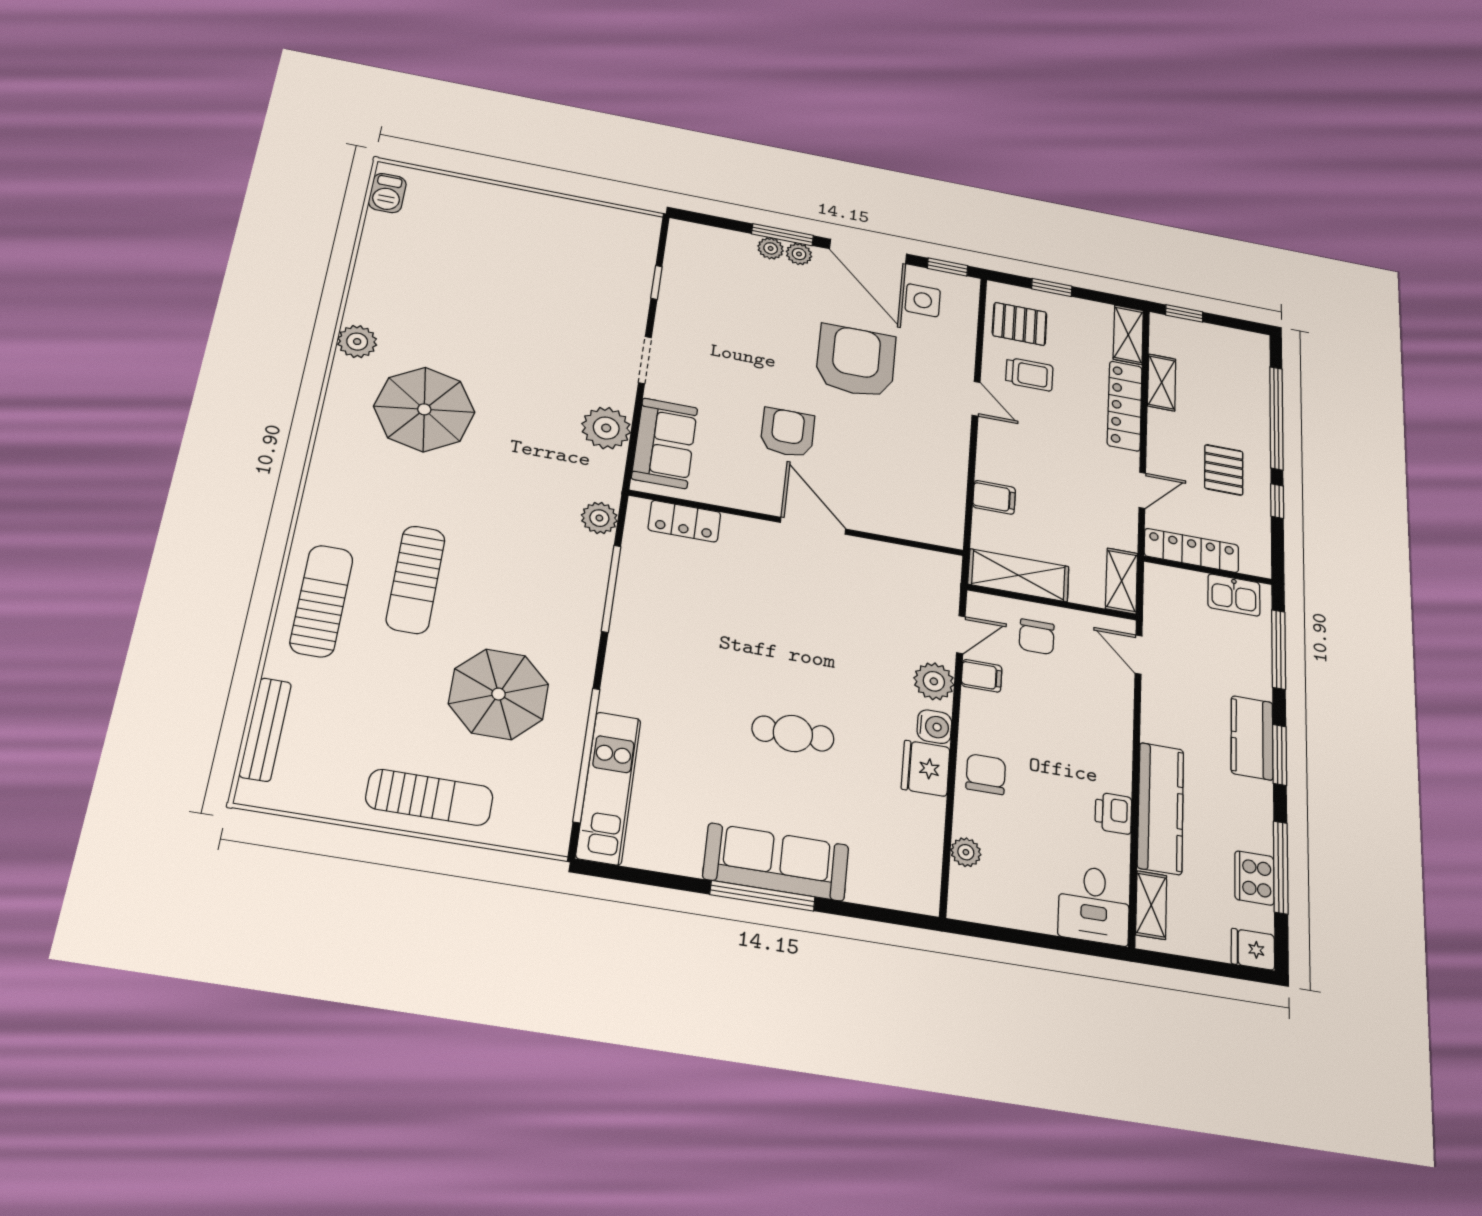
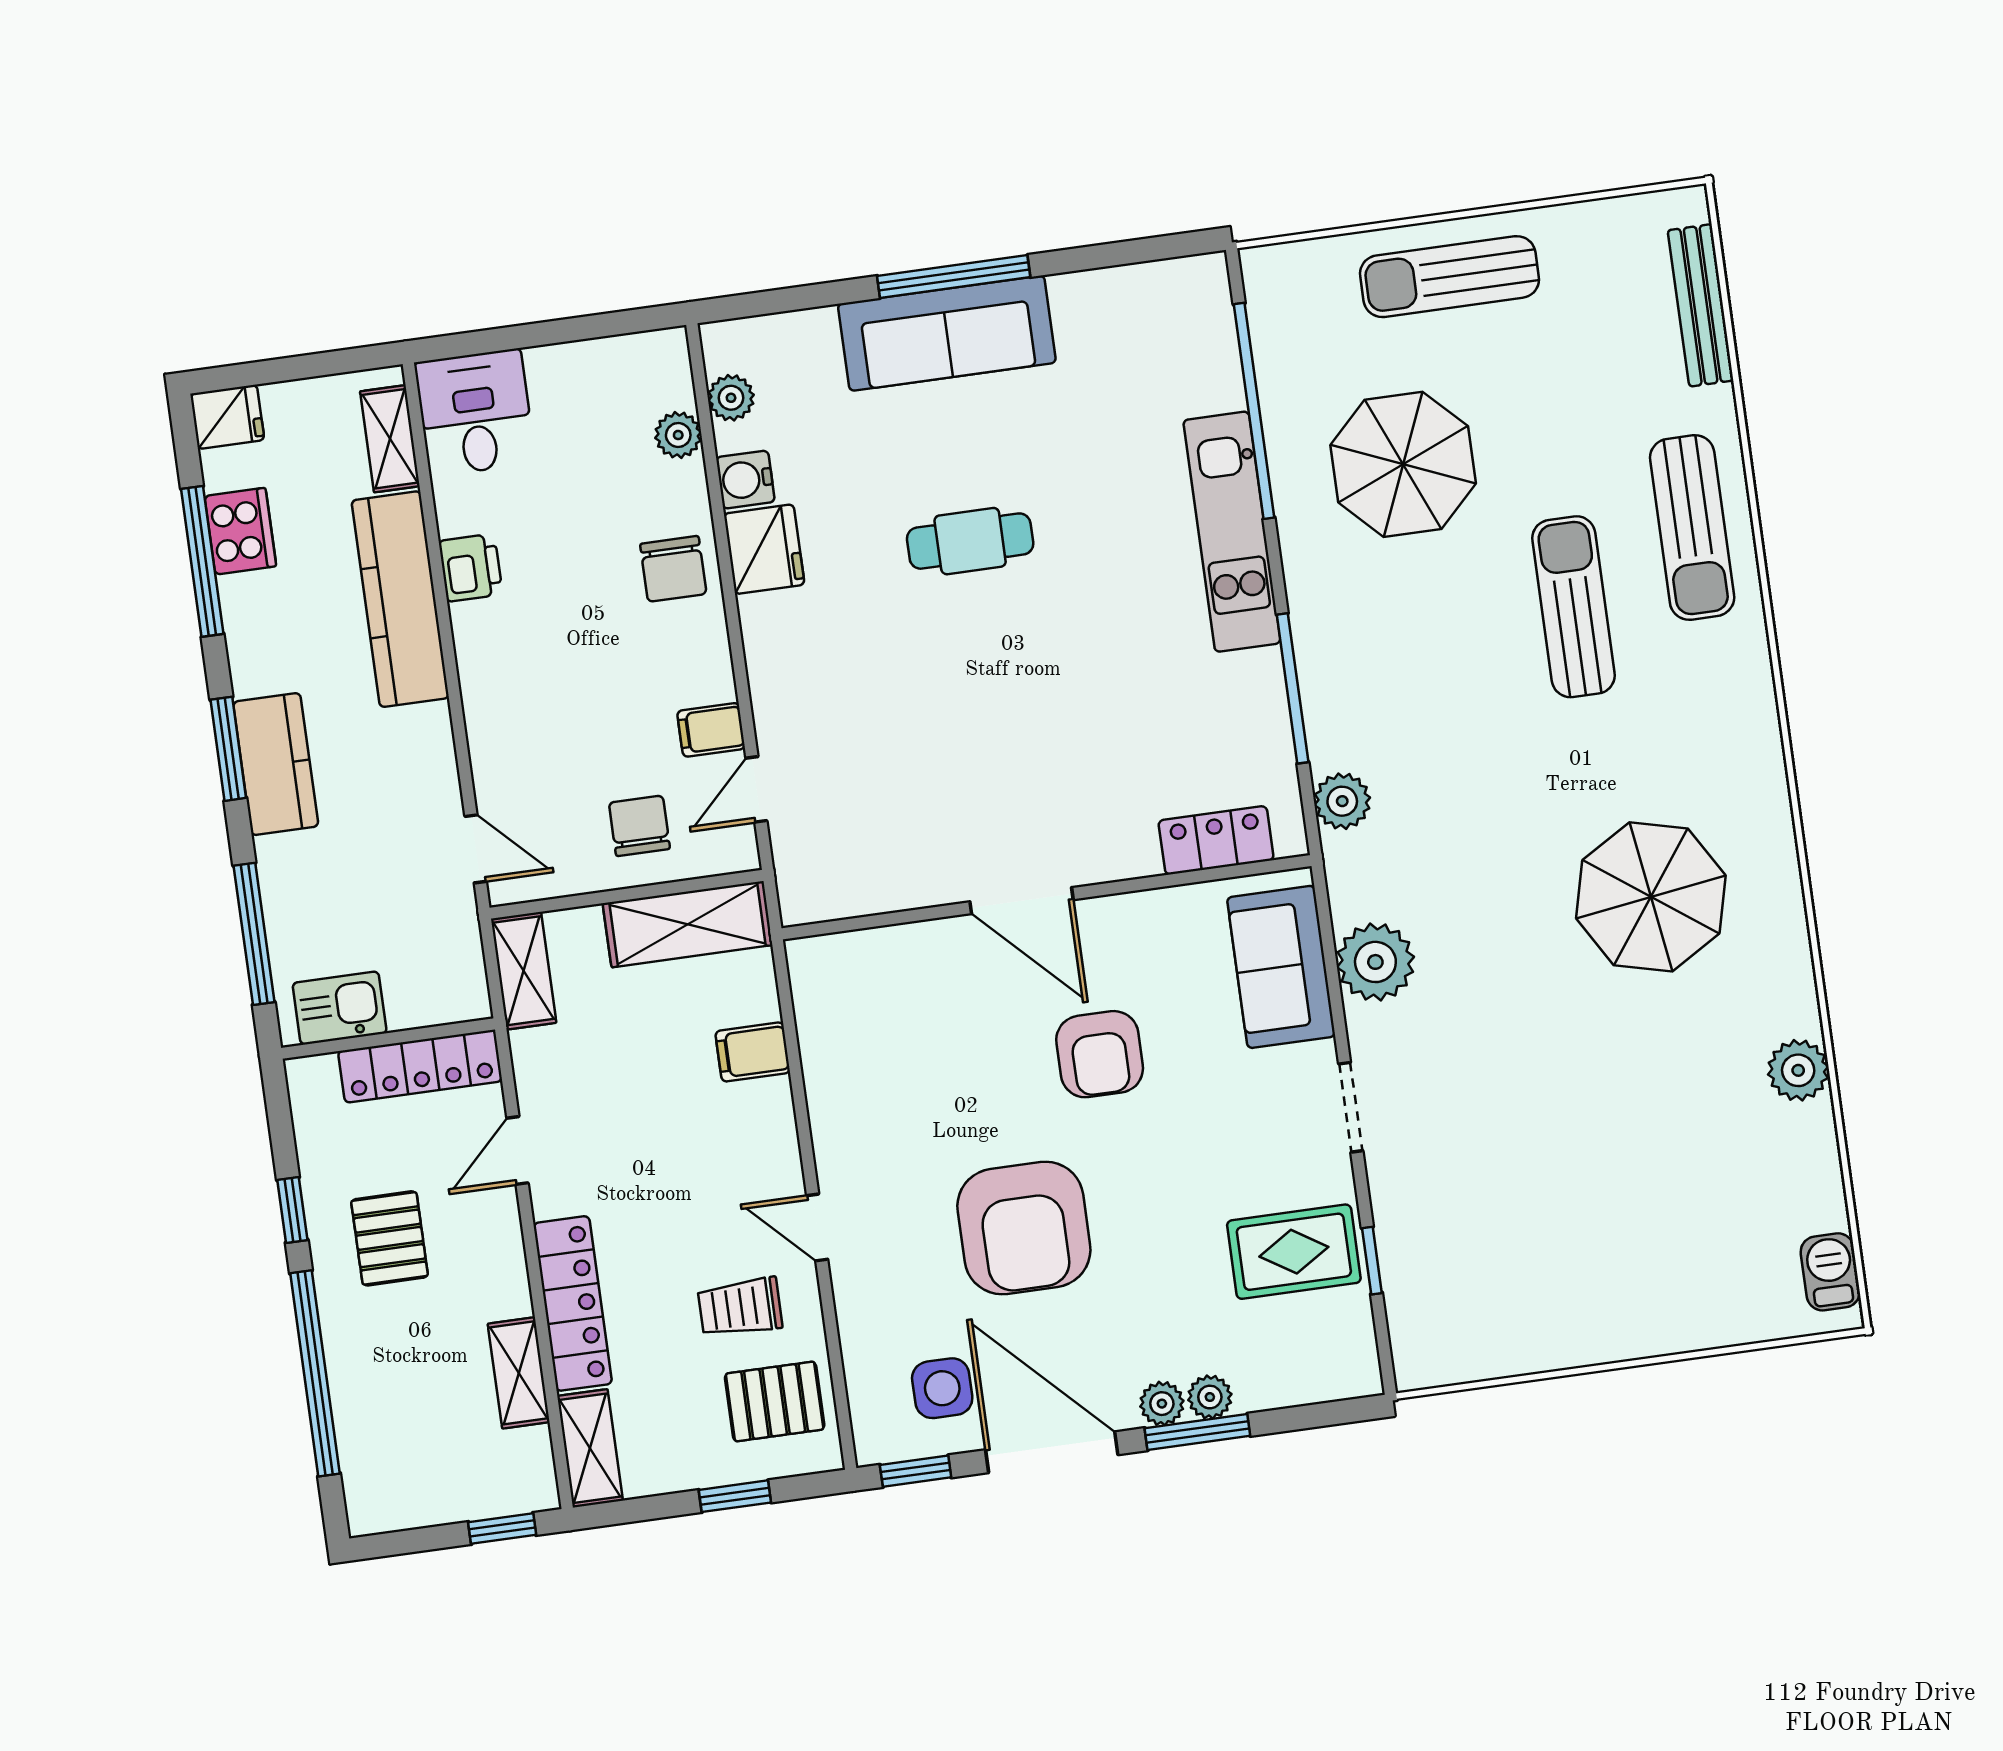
rug: (701, 301) -> (1294, 1252), added
plant: (357, 342) -> (1798, 1070), moved
plant: (934, 681) -> (731, 398), moved, width x0.73, depth x0.73
water cooler: (934, 727) -> (745, 480), moved
kitchen unit: (609, 788) -> (1232, 532), moved

